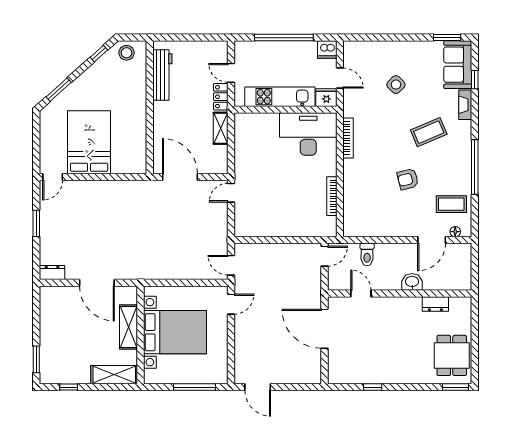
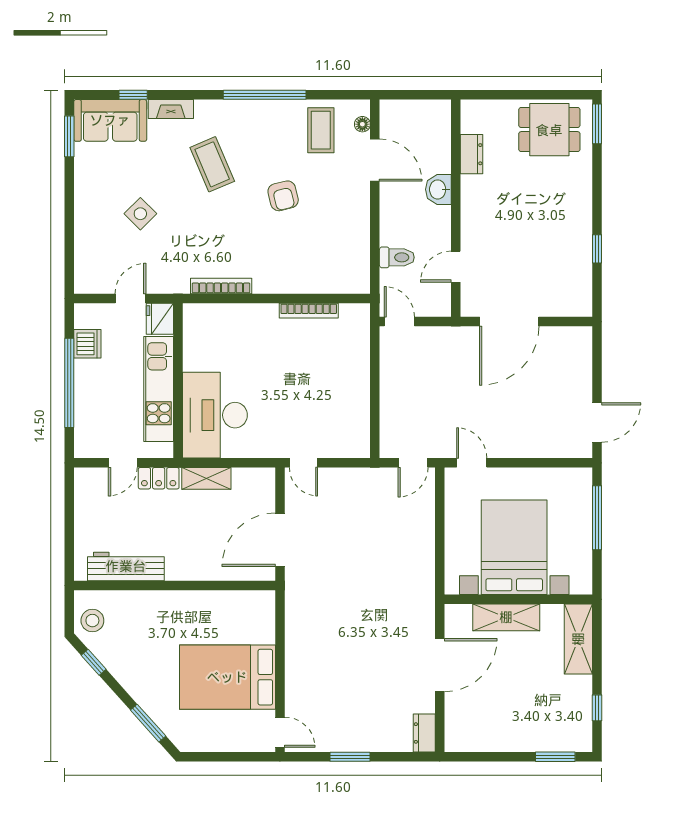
dishwasher: (327, 50) -> (87, 344), moved
desk: (308, 134) -> (215, 415), moved

